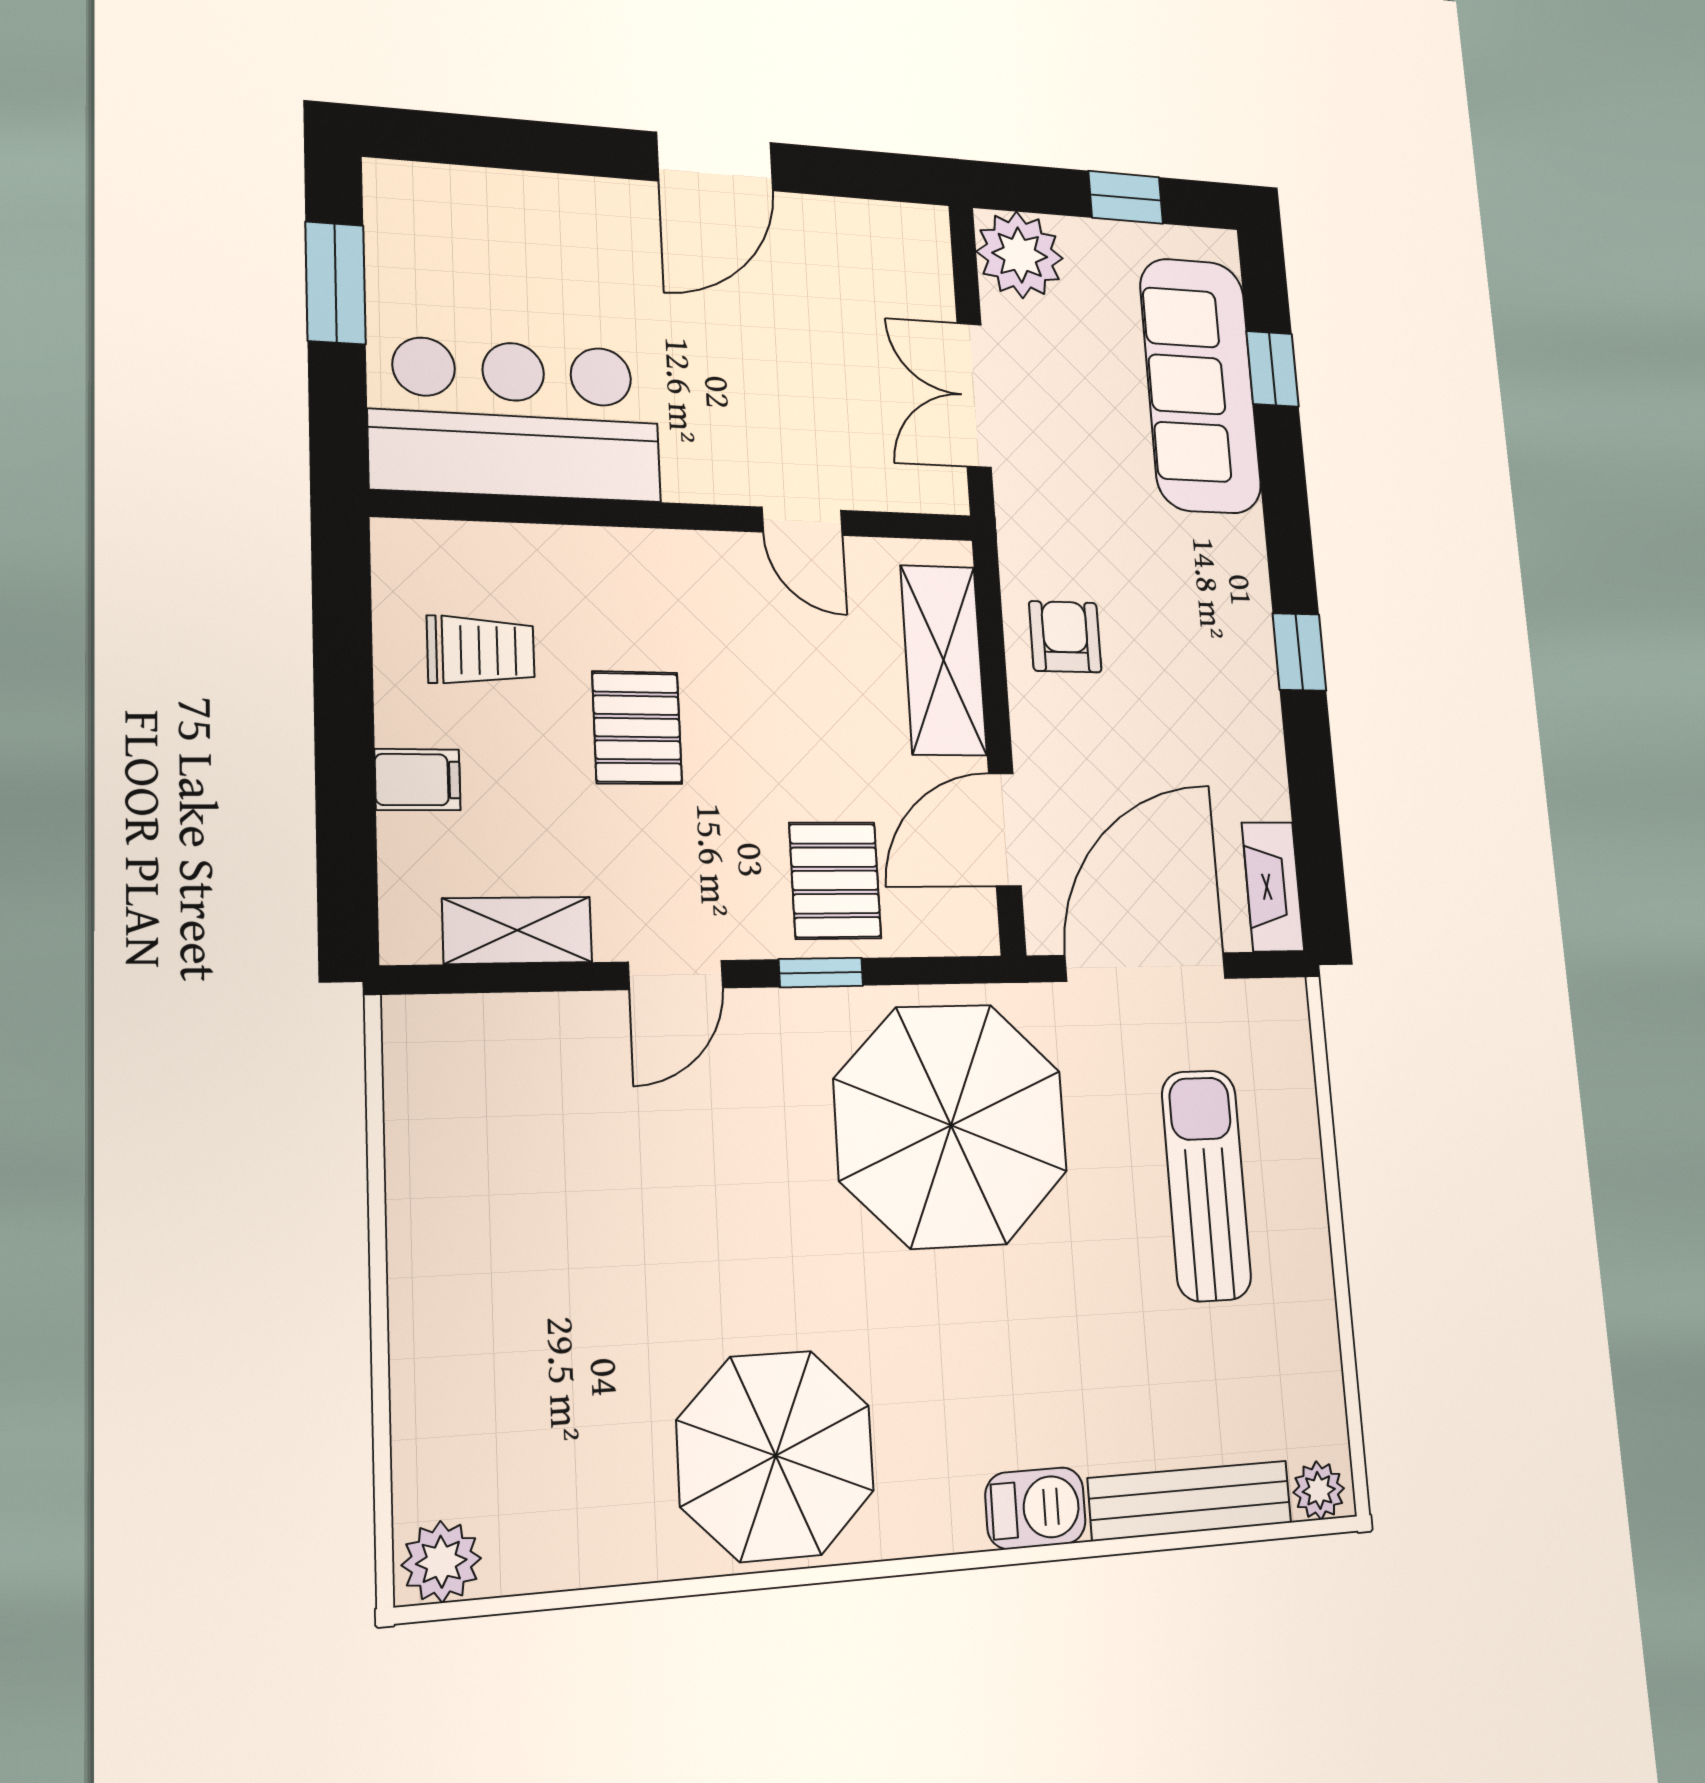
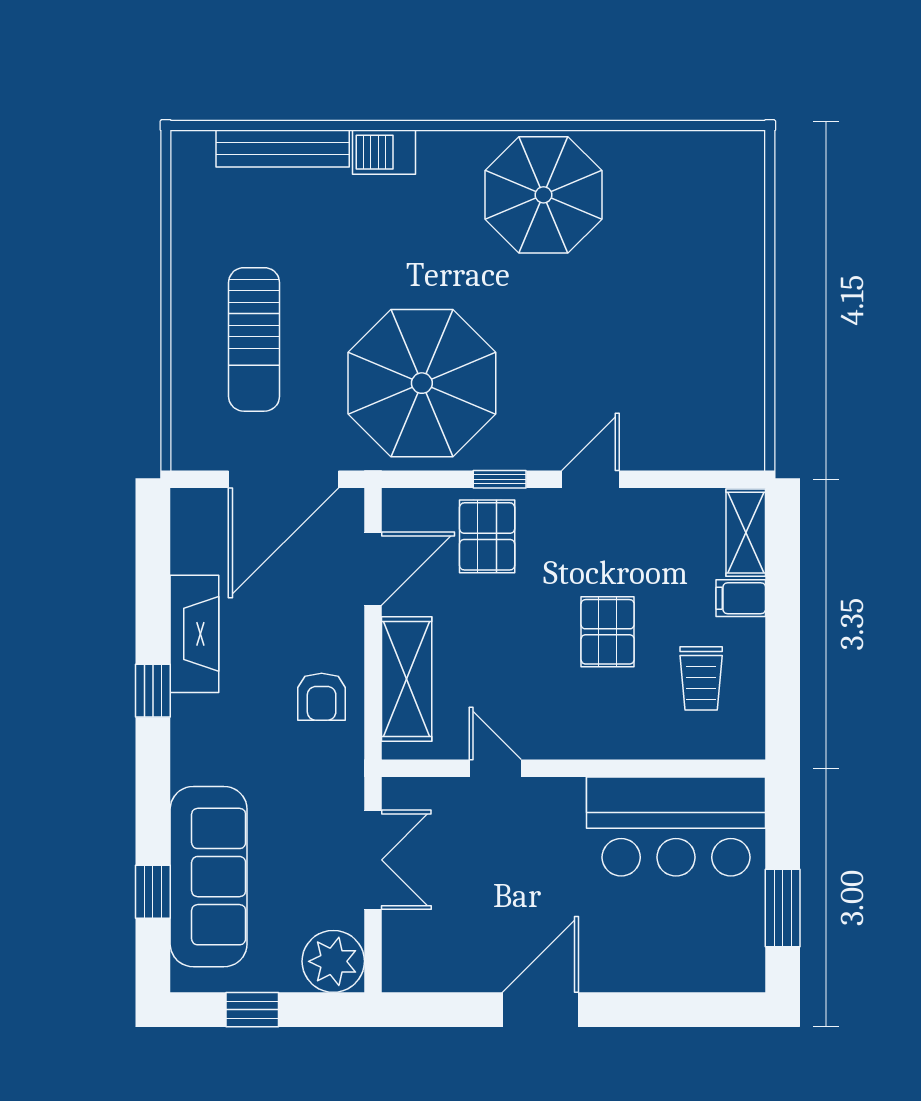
trolley: (481, 650) -> (701, 678), turned -90
fireplace: (1273, 887) -> (194, 634), moved, width x1.37, depth x1.32
shelving: (517, 930) -> (746, 533), moved, turned 90
plant: (1319, 1490) -> (195, 148), removed
plant: (441, 1562) -> (739, 152), removed

